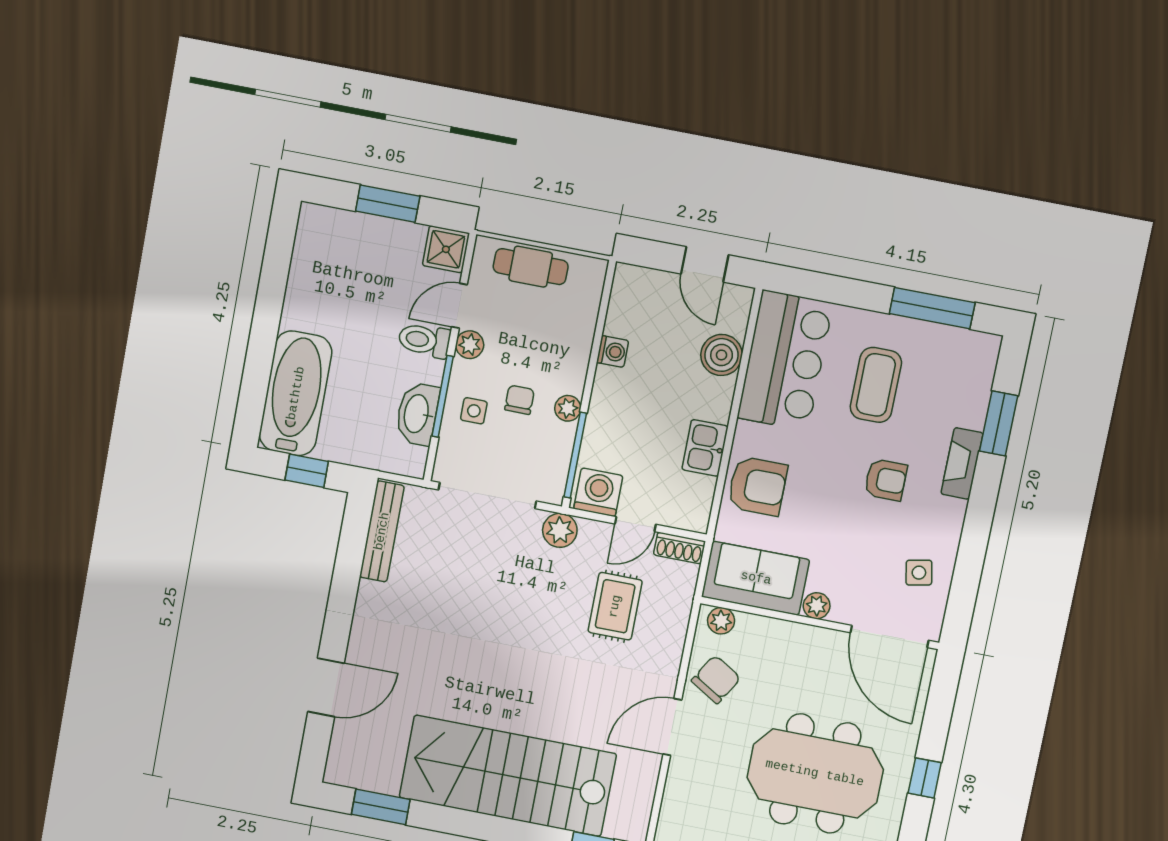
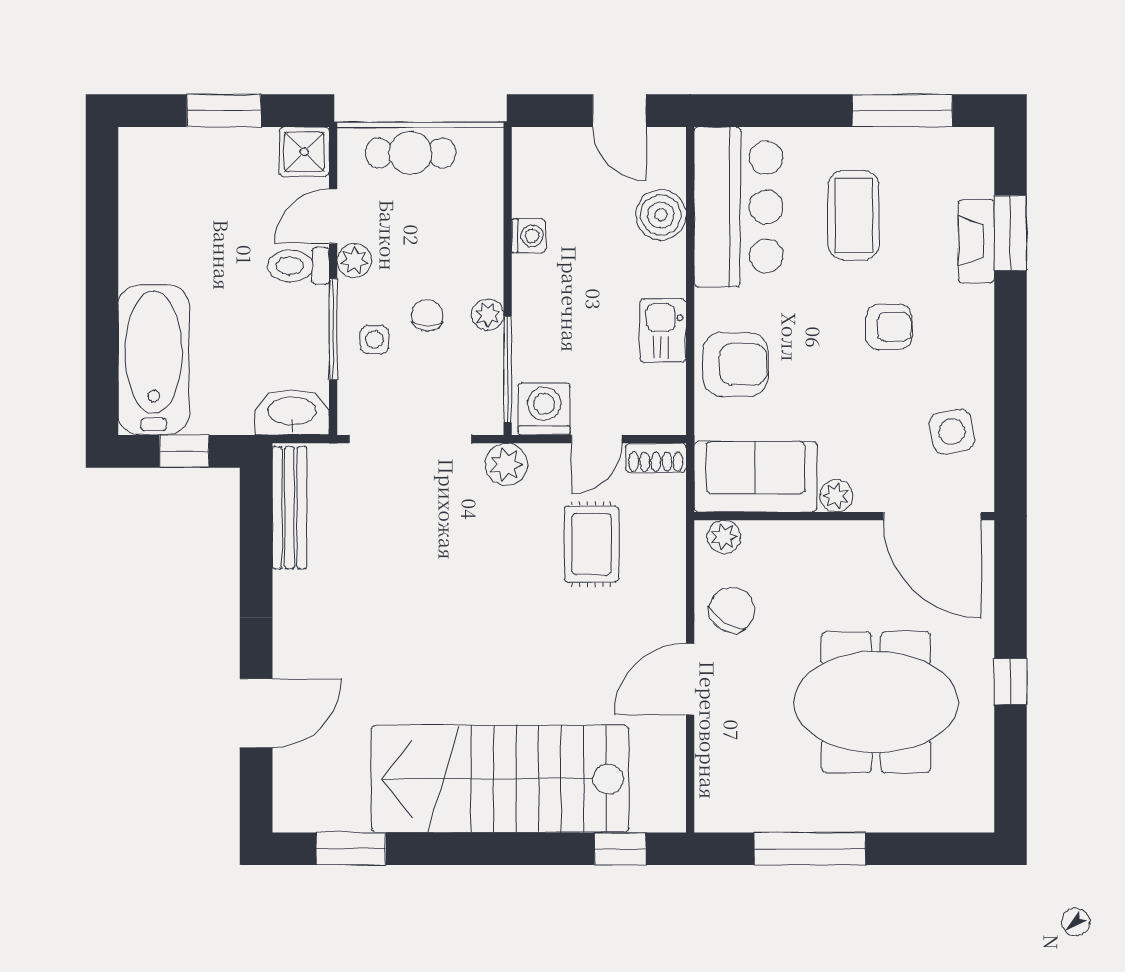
washbasin: (417, 414) -> (292, 412), moved, turned 90
fireplace: (962, 463) -> (976, 241), moved
side table: (919, 573) -> (952, 432), width x1.37, depth x1.37

